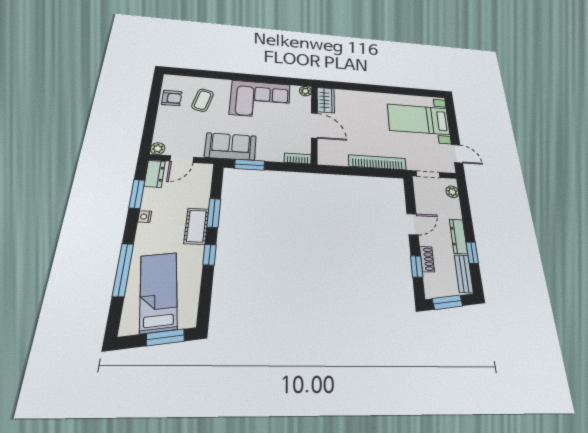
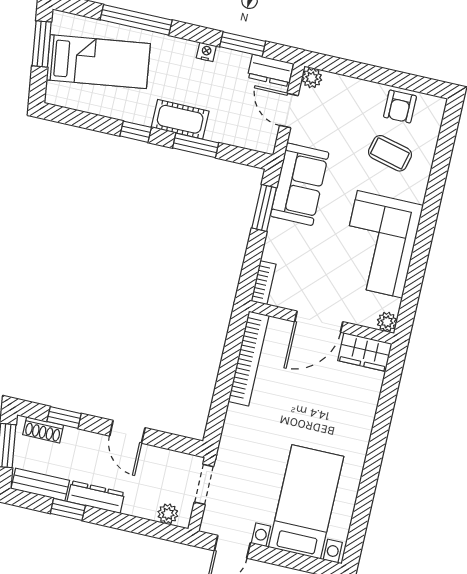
bookcase: (377, 162) -> (249, 359), moved
shoe rack: (427, 259) -> (43, 430), moved
window: (165, 337) -> (42, 44), moved

